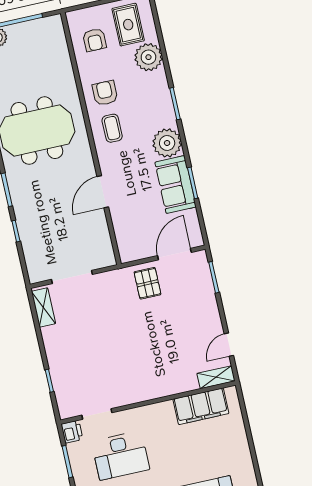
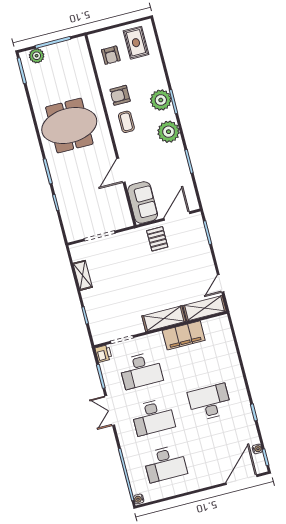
plant: (148, 57) -> (161, 100), moved
armchair: (105, 93) -> (120, 95), turned -90
sofa: (175, 185) -> (143, 203), moved, turned 180
shelving: (43, 307) -> (83, 275), moved
shelving: (216, 377) -> (205, 308), width x1.50, depth x1.33
shelving: (153, 389) -> (164, 319), added
filing cabinet: (201, 406) -> (184, 335), moved

